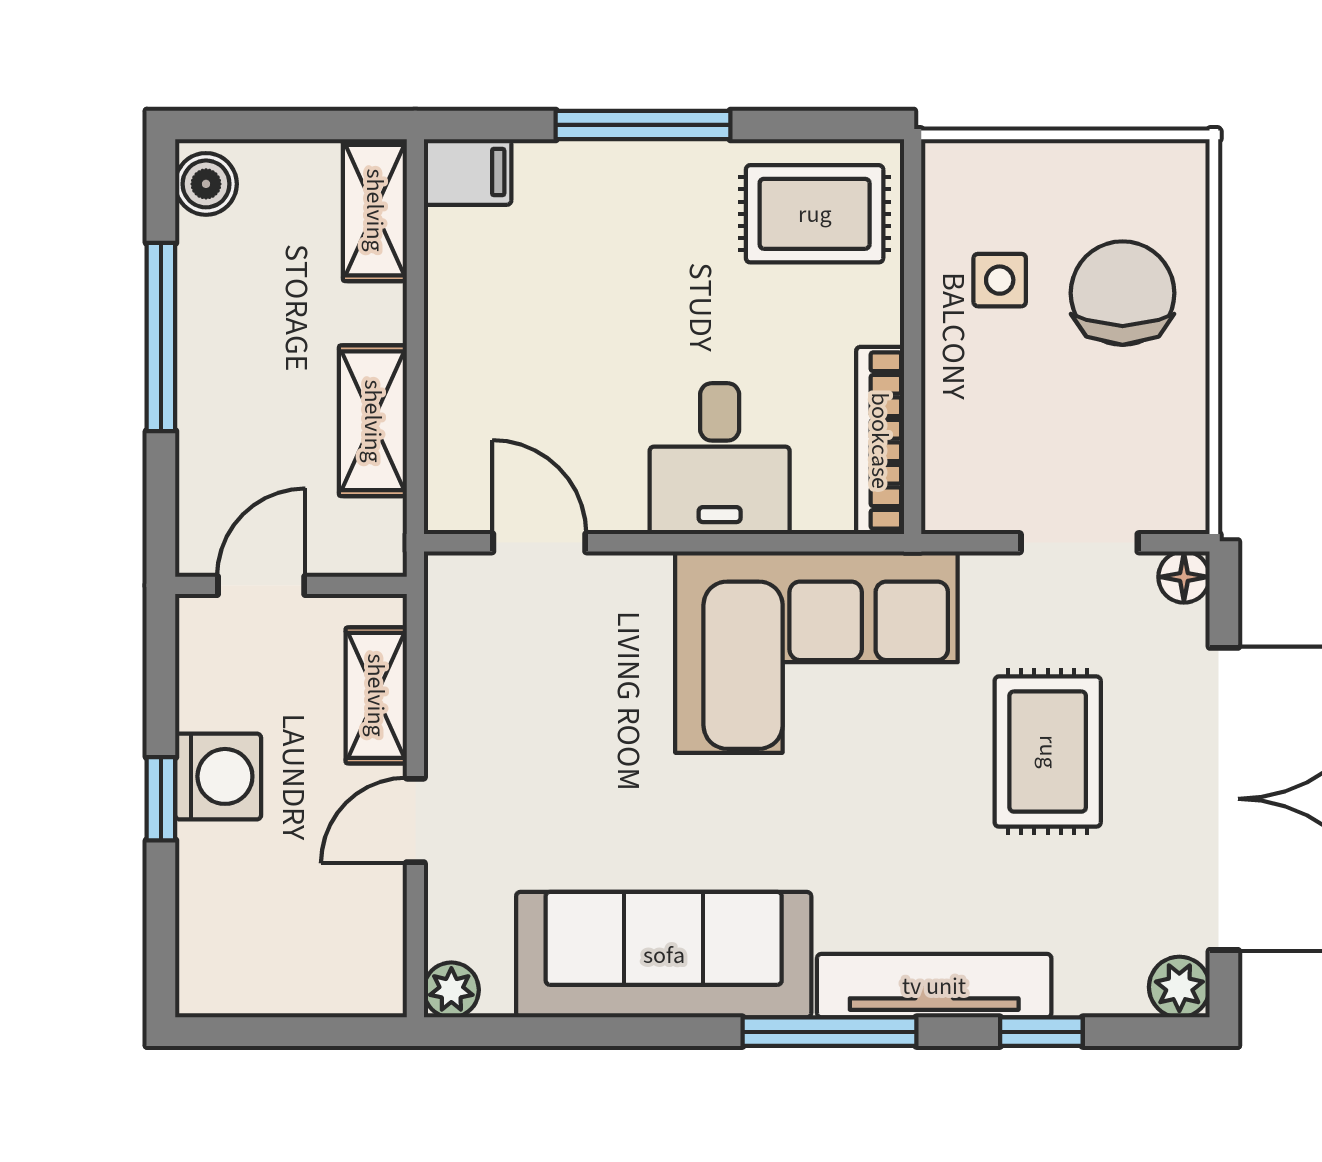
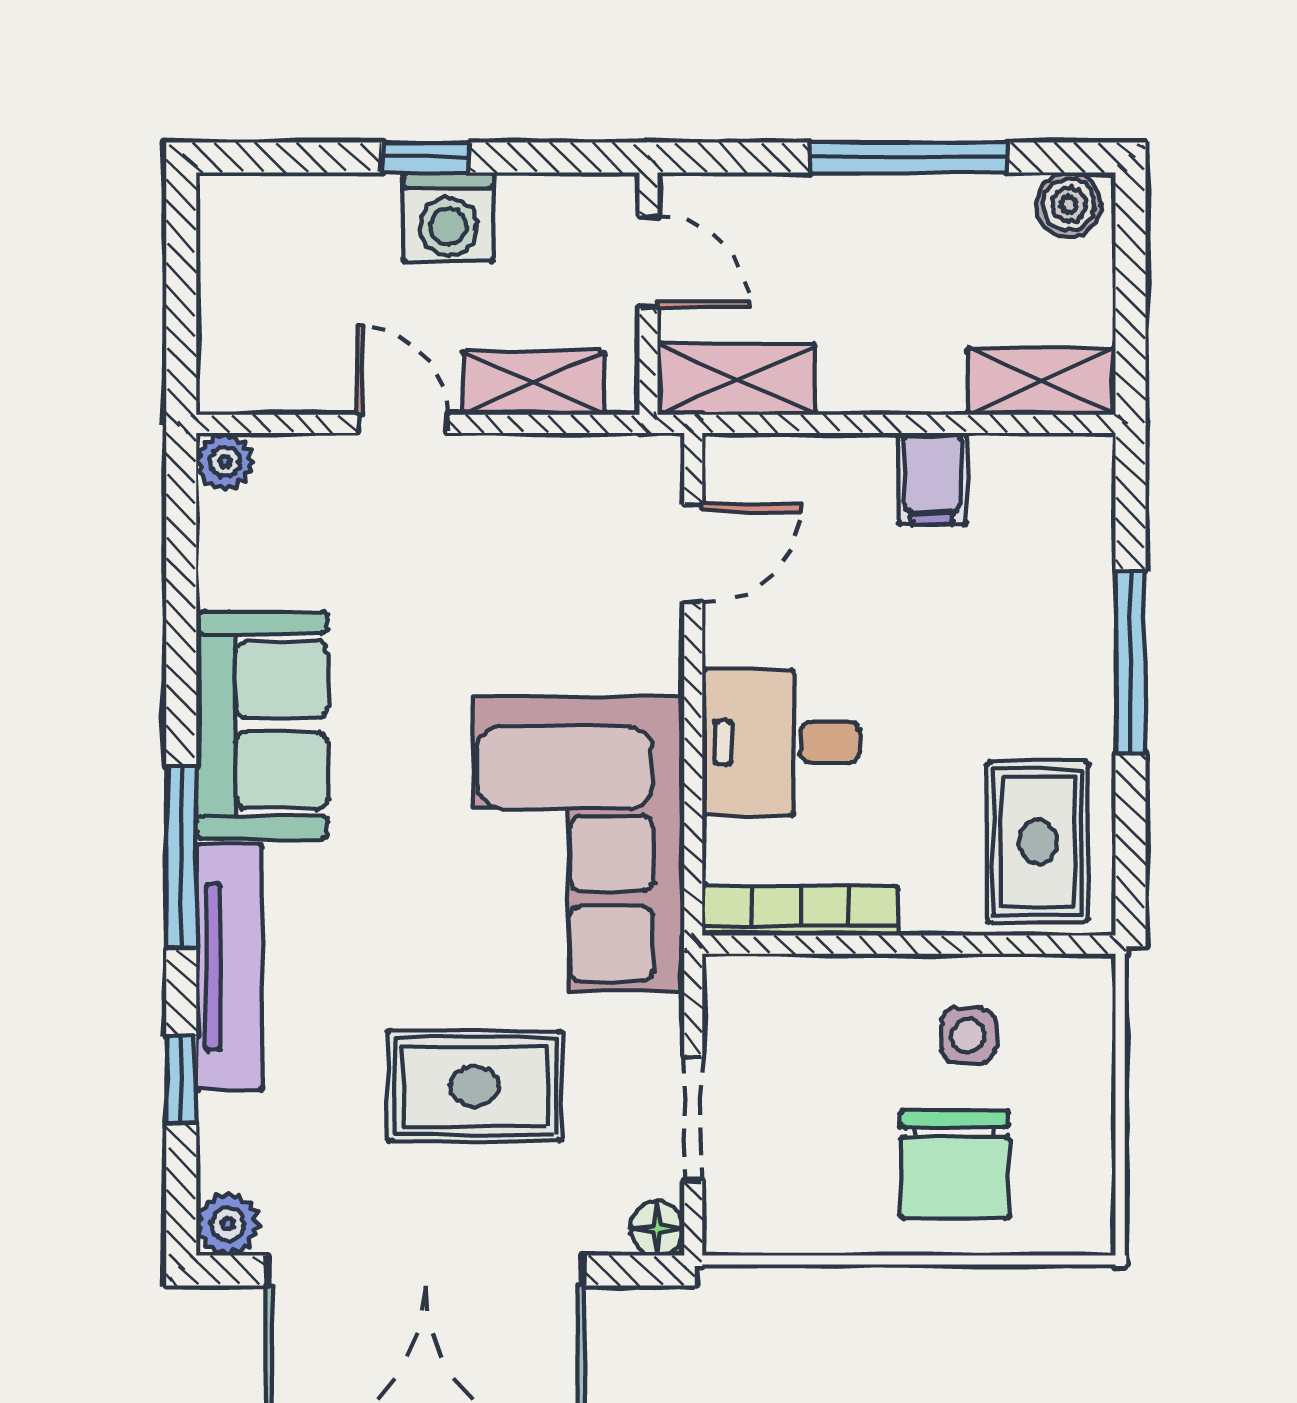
filing cabinet: (468, 172) -> (932, 479), moved
chair: (1123, 293) -> (955, 1164), turned 90
shelving: (373, 421) -> (736, 379), moved
sofa: (664, 955) -> (262, 725), width x0.73

